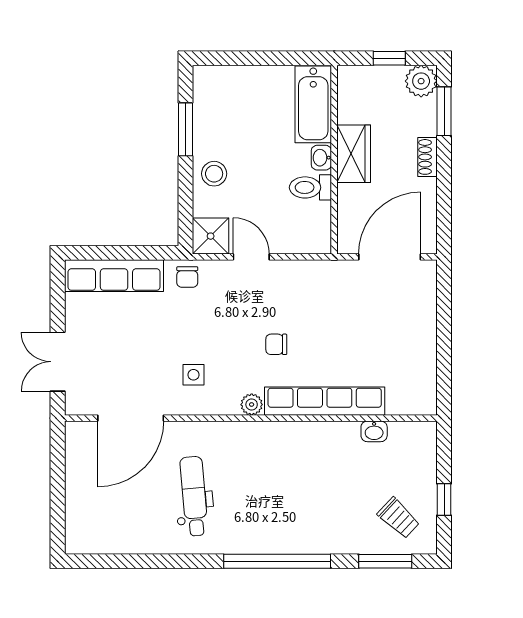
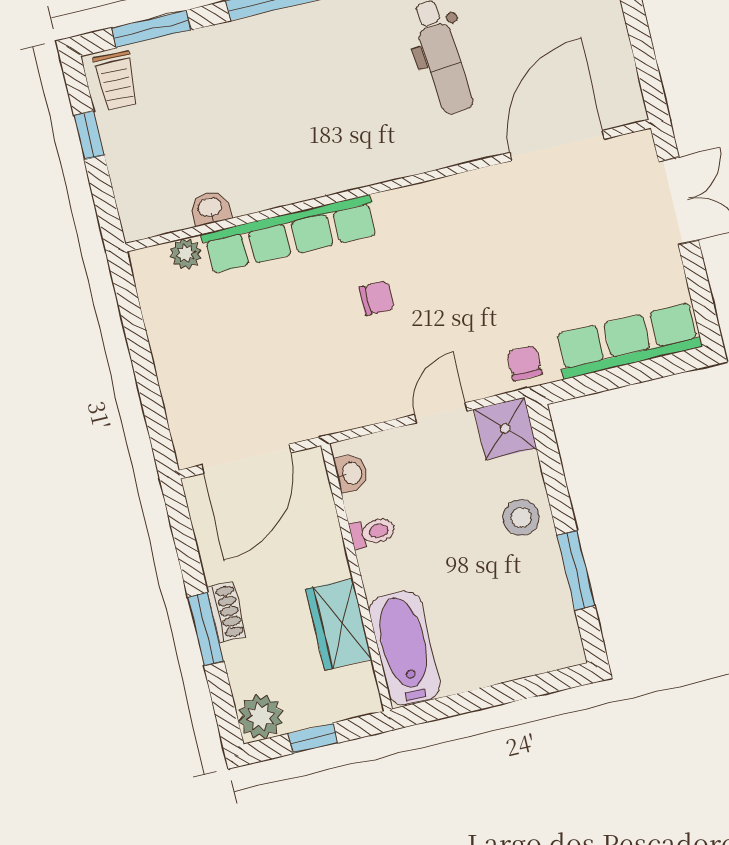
window: (444, 111) -> (206, 629), moved
wardrobe: (354, 154) -> (339, 624), moved
washbasin: (321, 158) -> (351, 473), moved
toilet: (310, 187) -> (373, 532), width x0.73, depth x0.72
door: (251, 257) -> (441, 413), swing flipped
side table: (193, 375) -> (483, 228), removed
plant: (252, 405) -> (186, 254), moved
trolley: (399, 518) -> (116, 81), moved, turned -132

